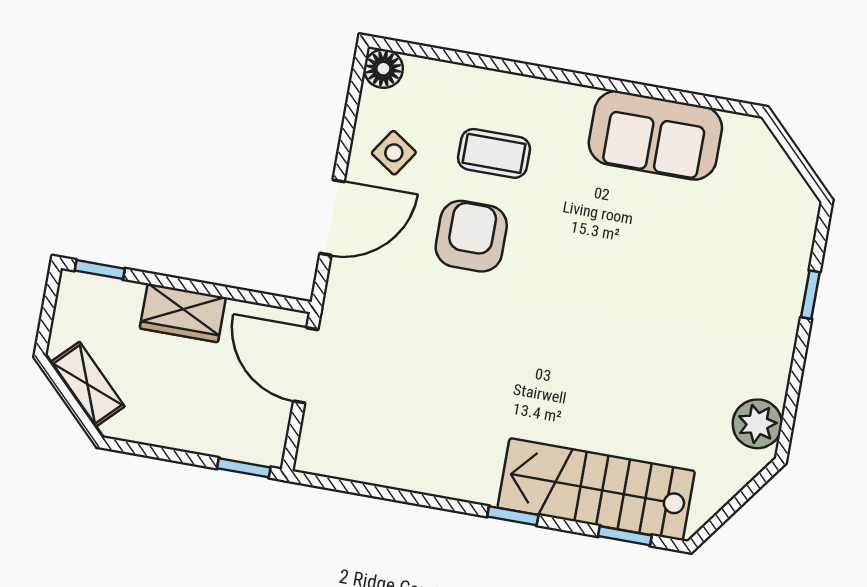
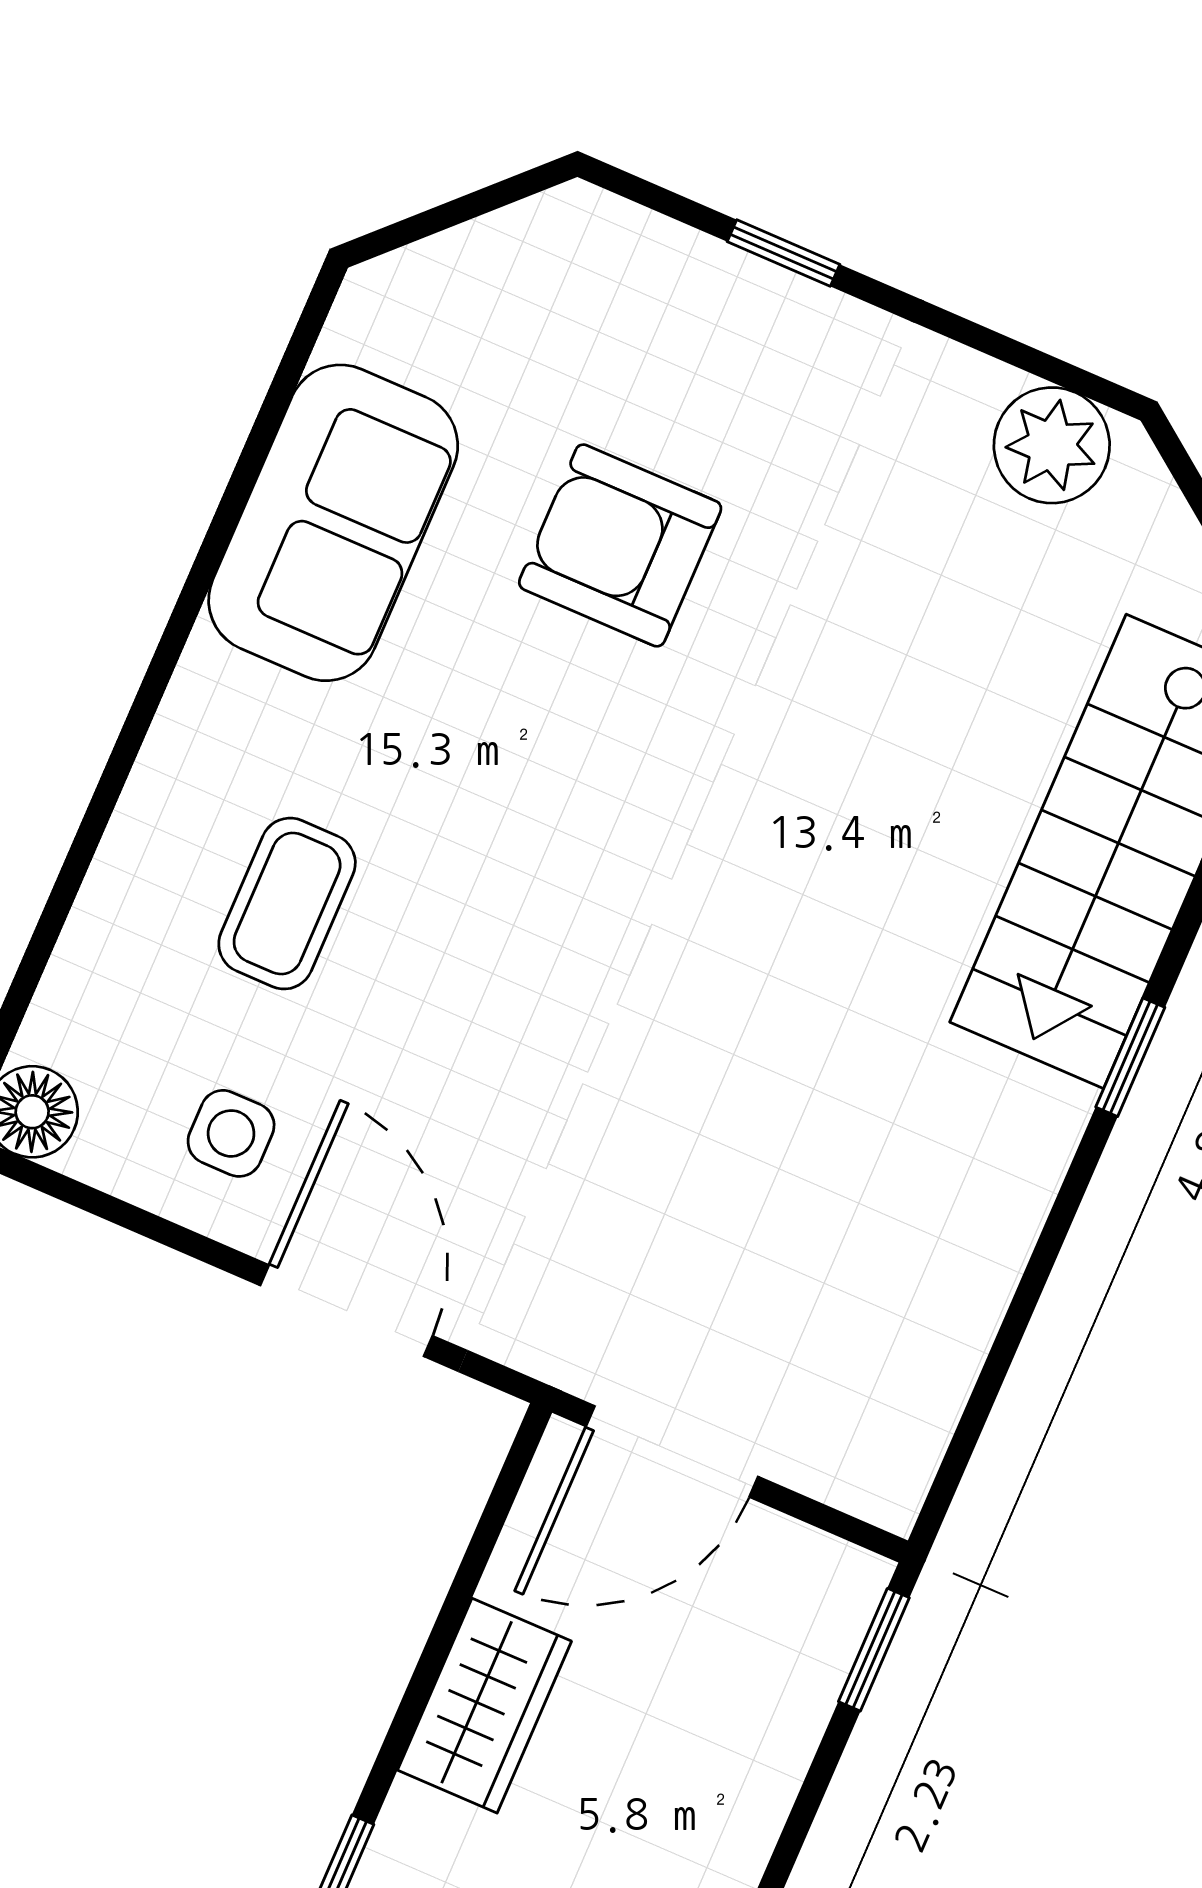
side table: (394, 153) -> (231, 1133), turned -34
armchair: (471, 236) -> (620, 545), moved

